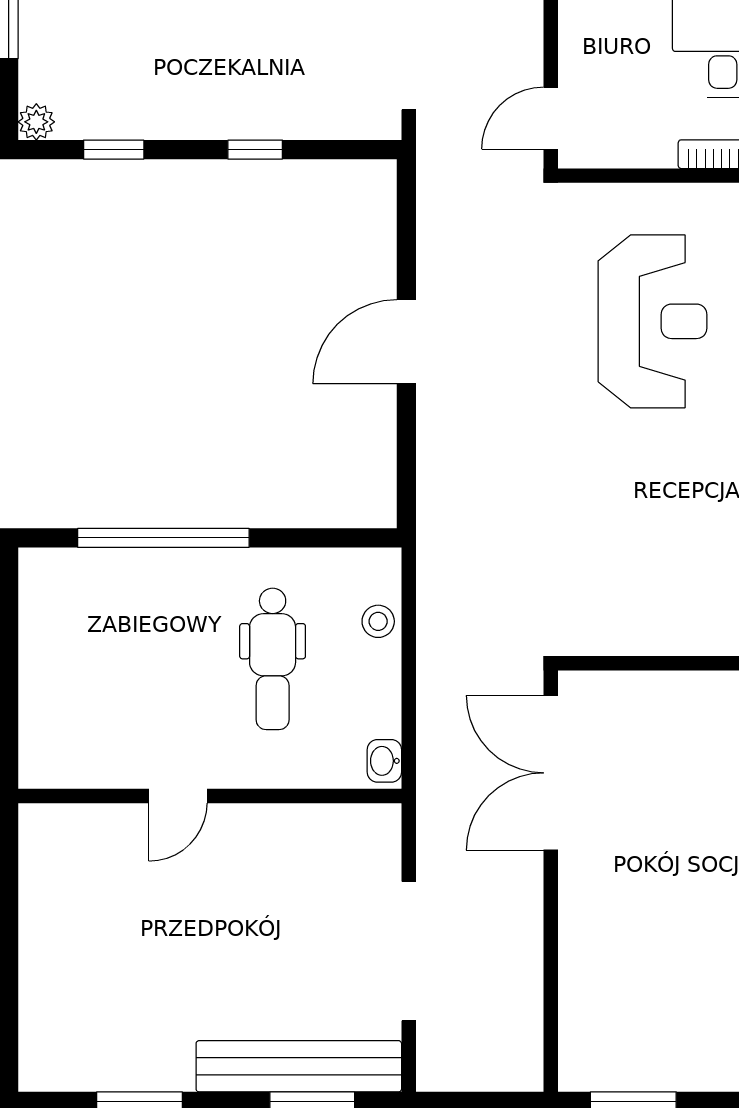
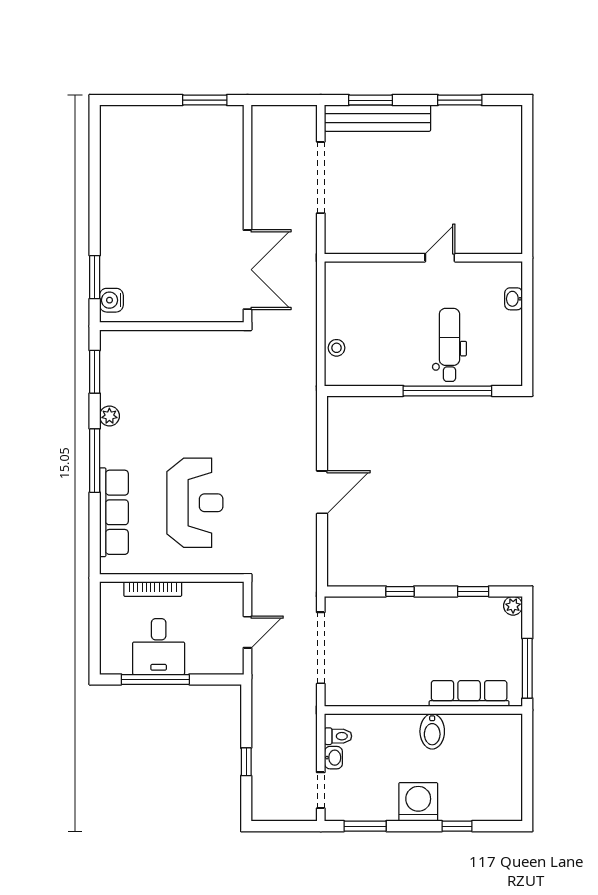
door: (551, 118) -> (247, 632), moved
reception desk: (652, 321) -> (195, 503), turned 180
dental chair: (273, 659) -> (449, 345), moved
washbasin: (384, 761) -> (514, 299), moved, turned 180

